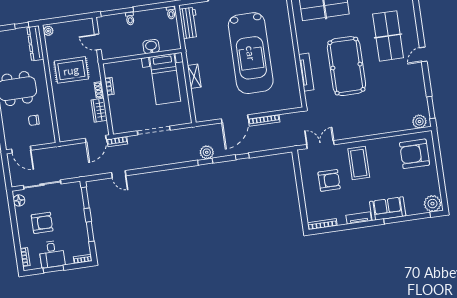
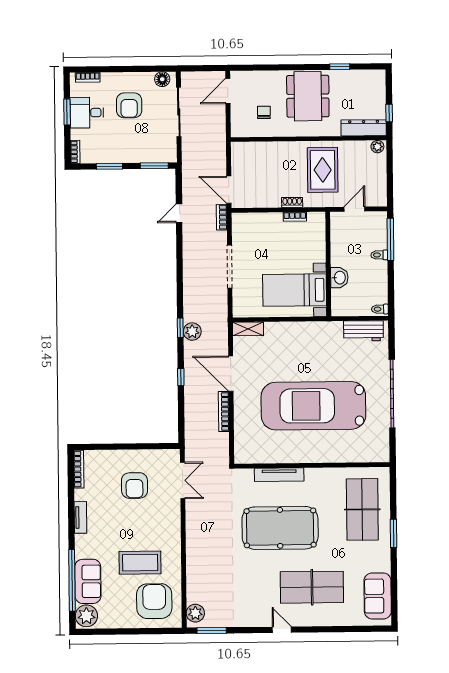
shelving: (194, 76) -> (248, 329), moved
wardrobe: (99, 110) -> (266, 199), removed
coffee table: (359, 163) -> (140, 563), moved
sofa: (388, 209) -> (88, 581), moved

